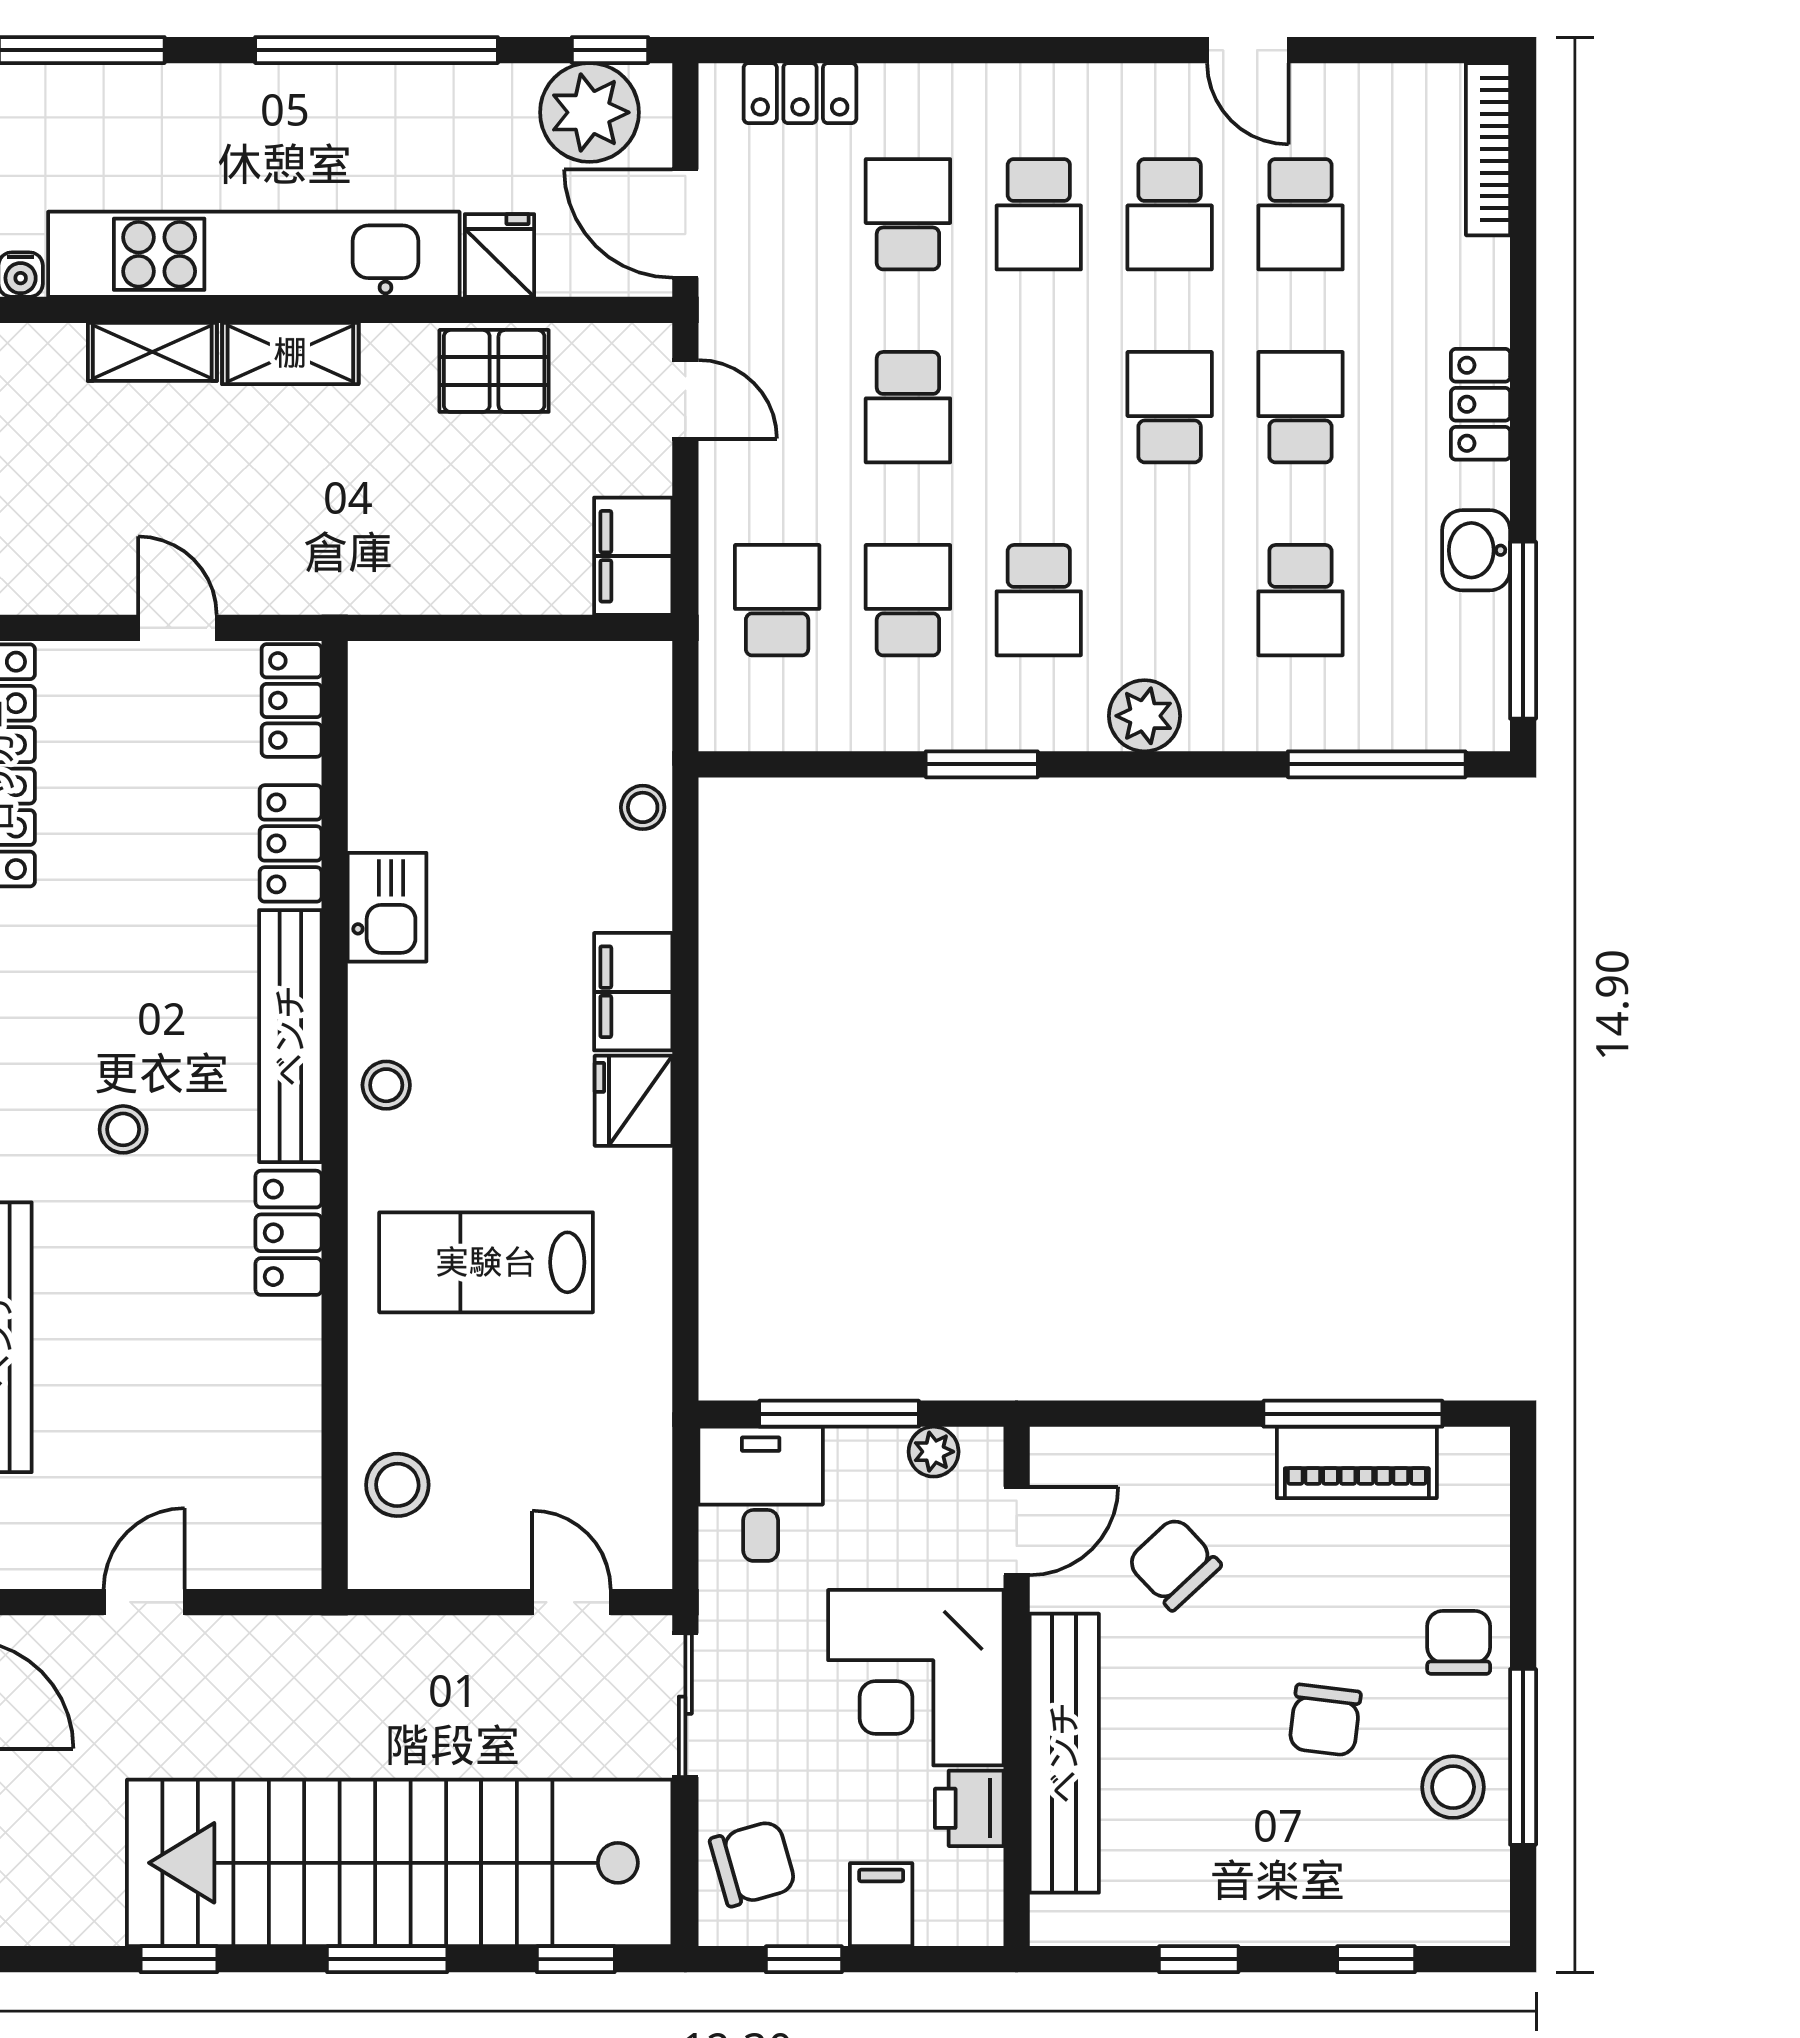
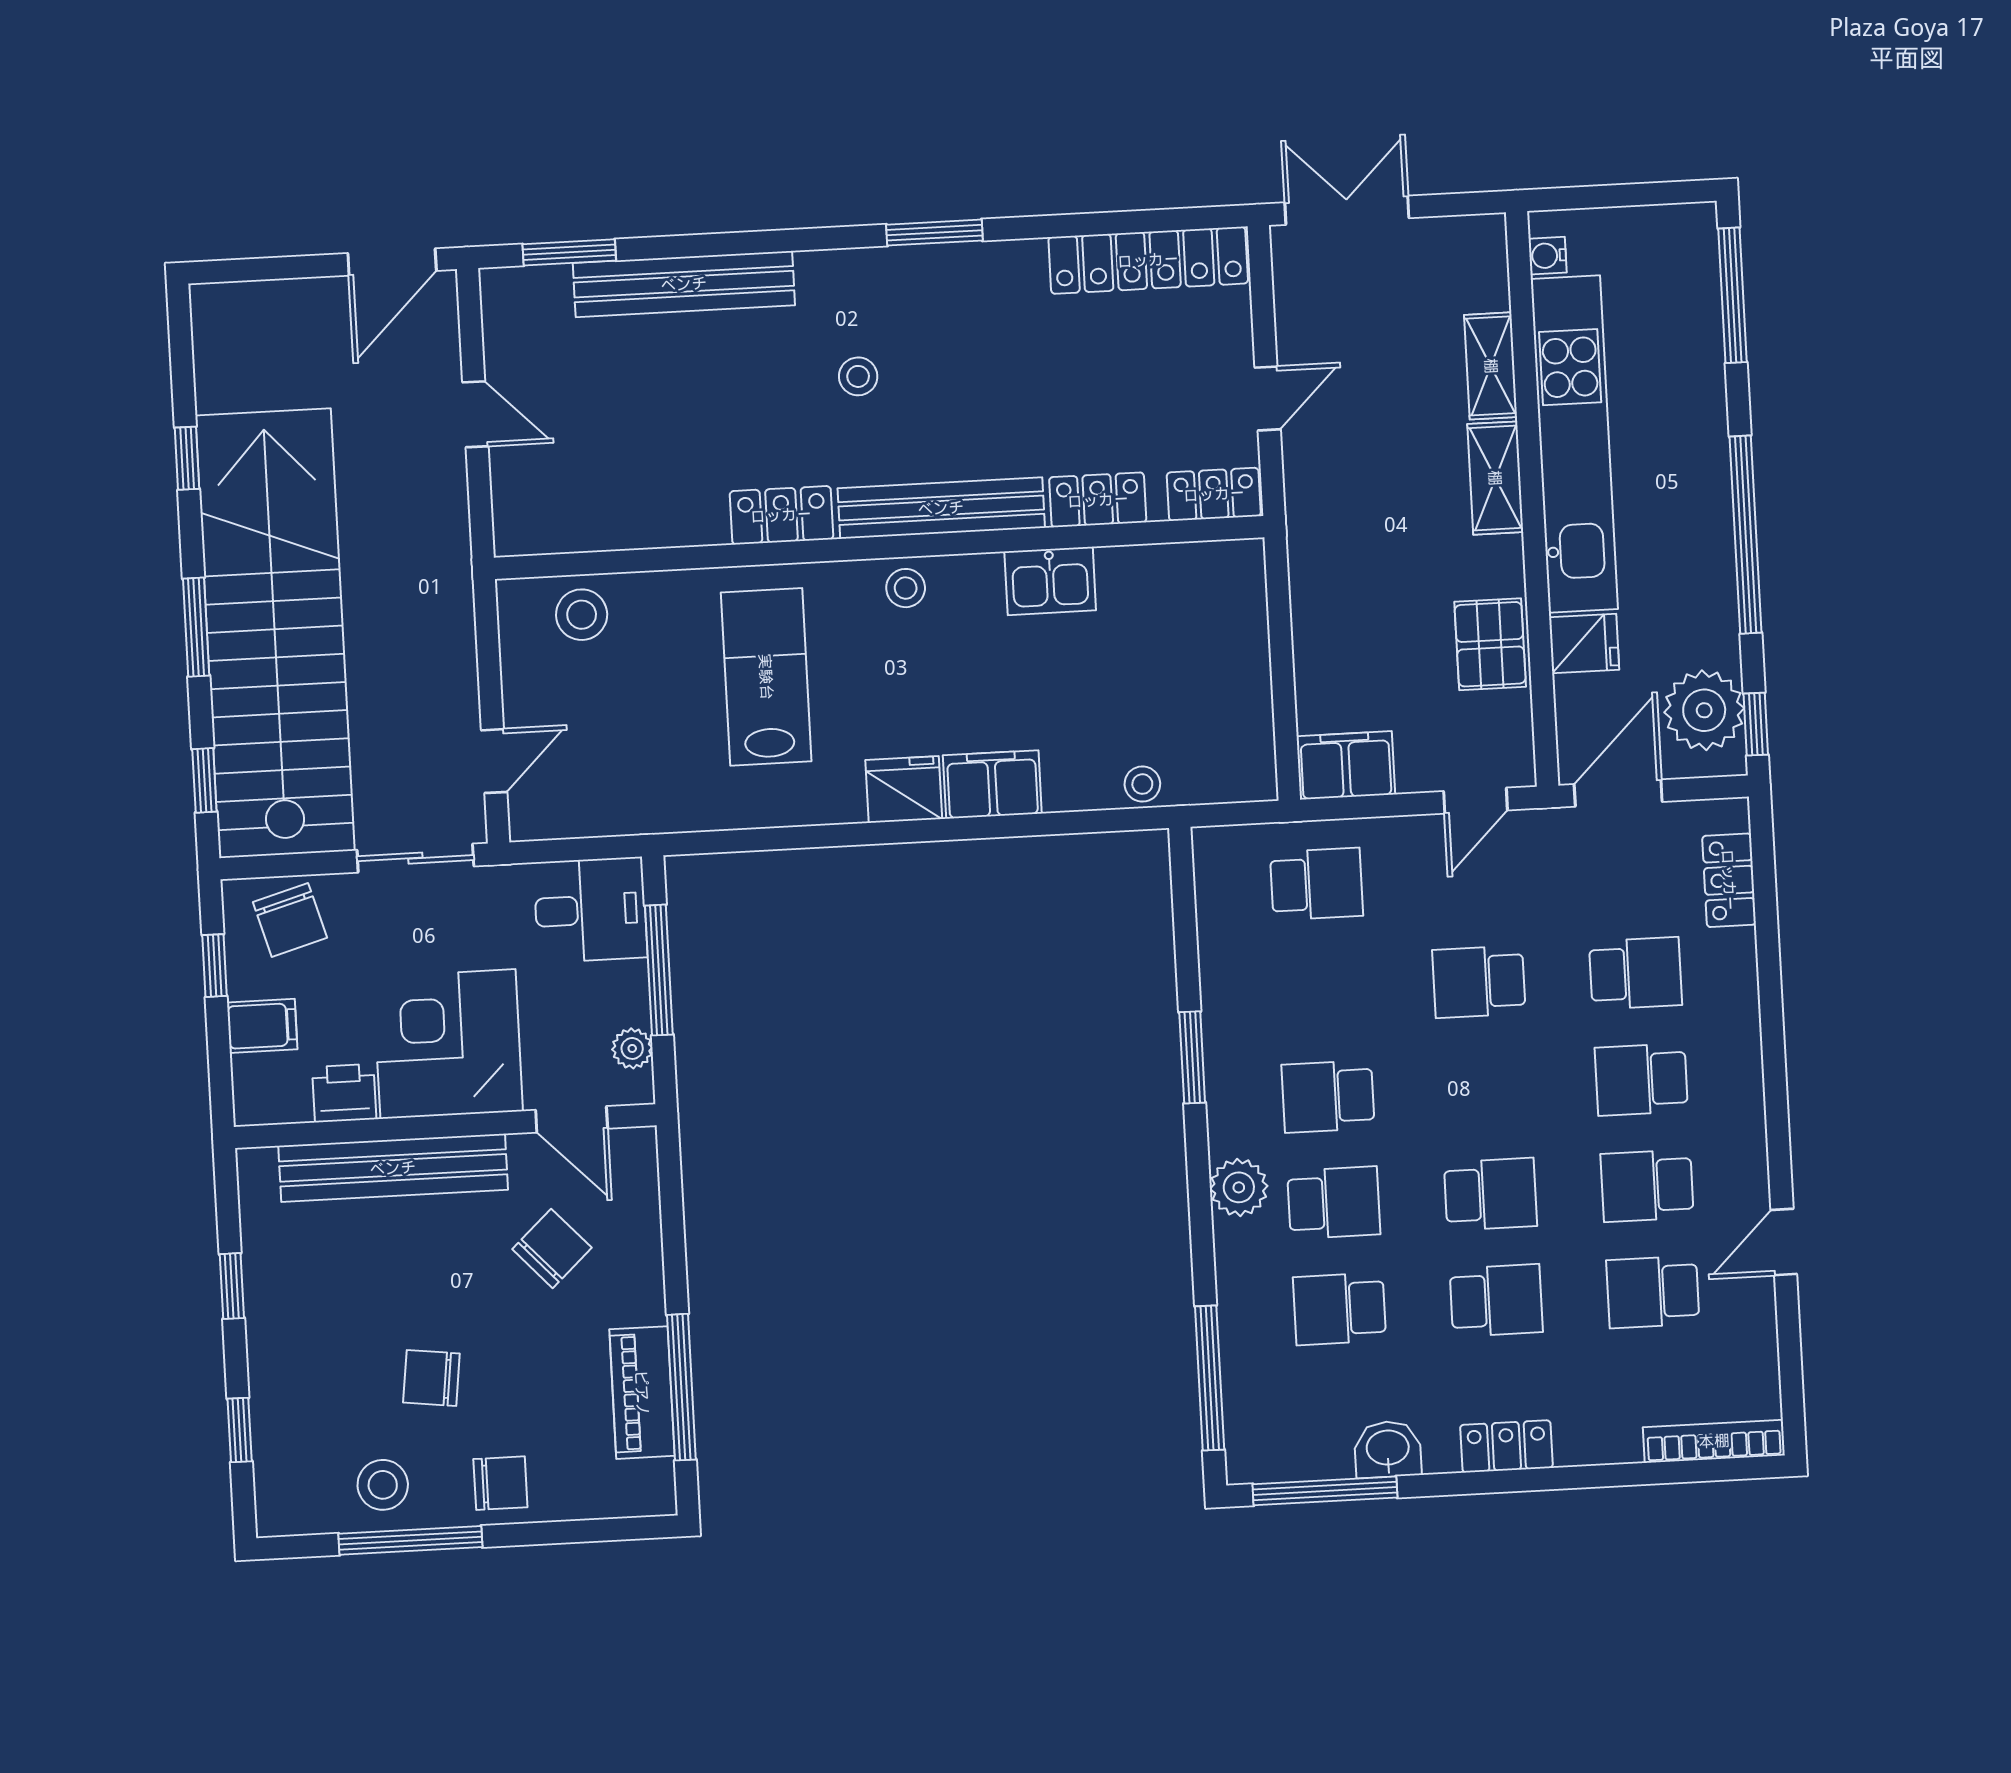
school desk: (908, 600) -> (1334, 1203), moved

